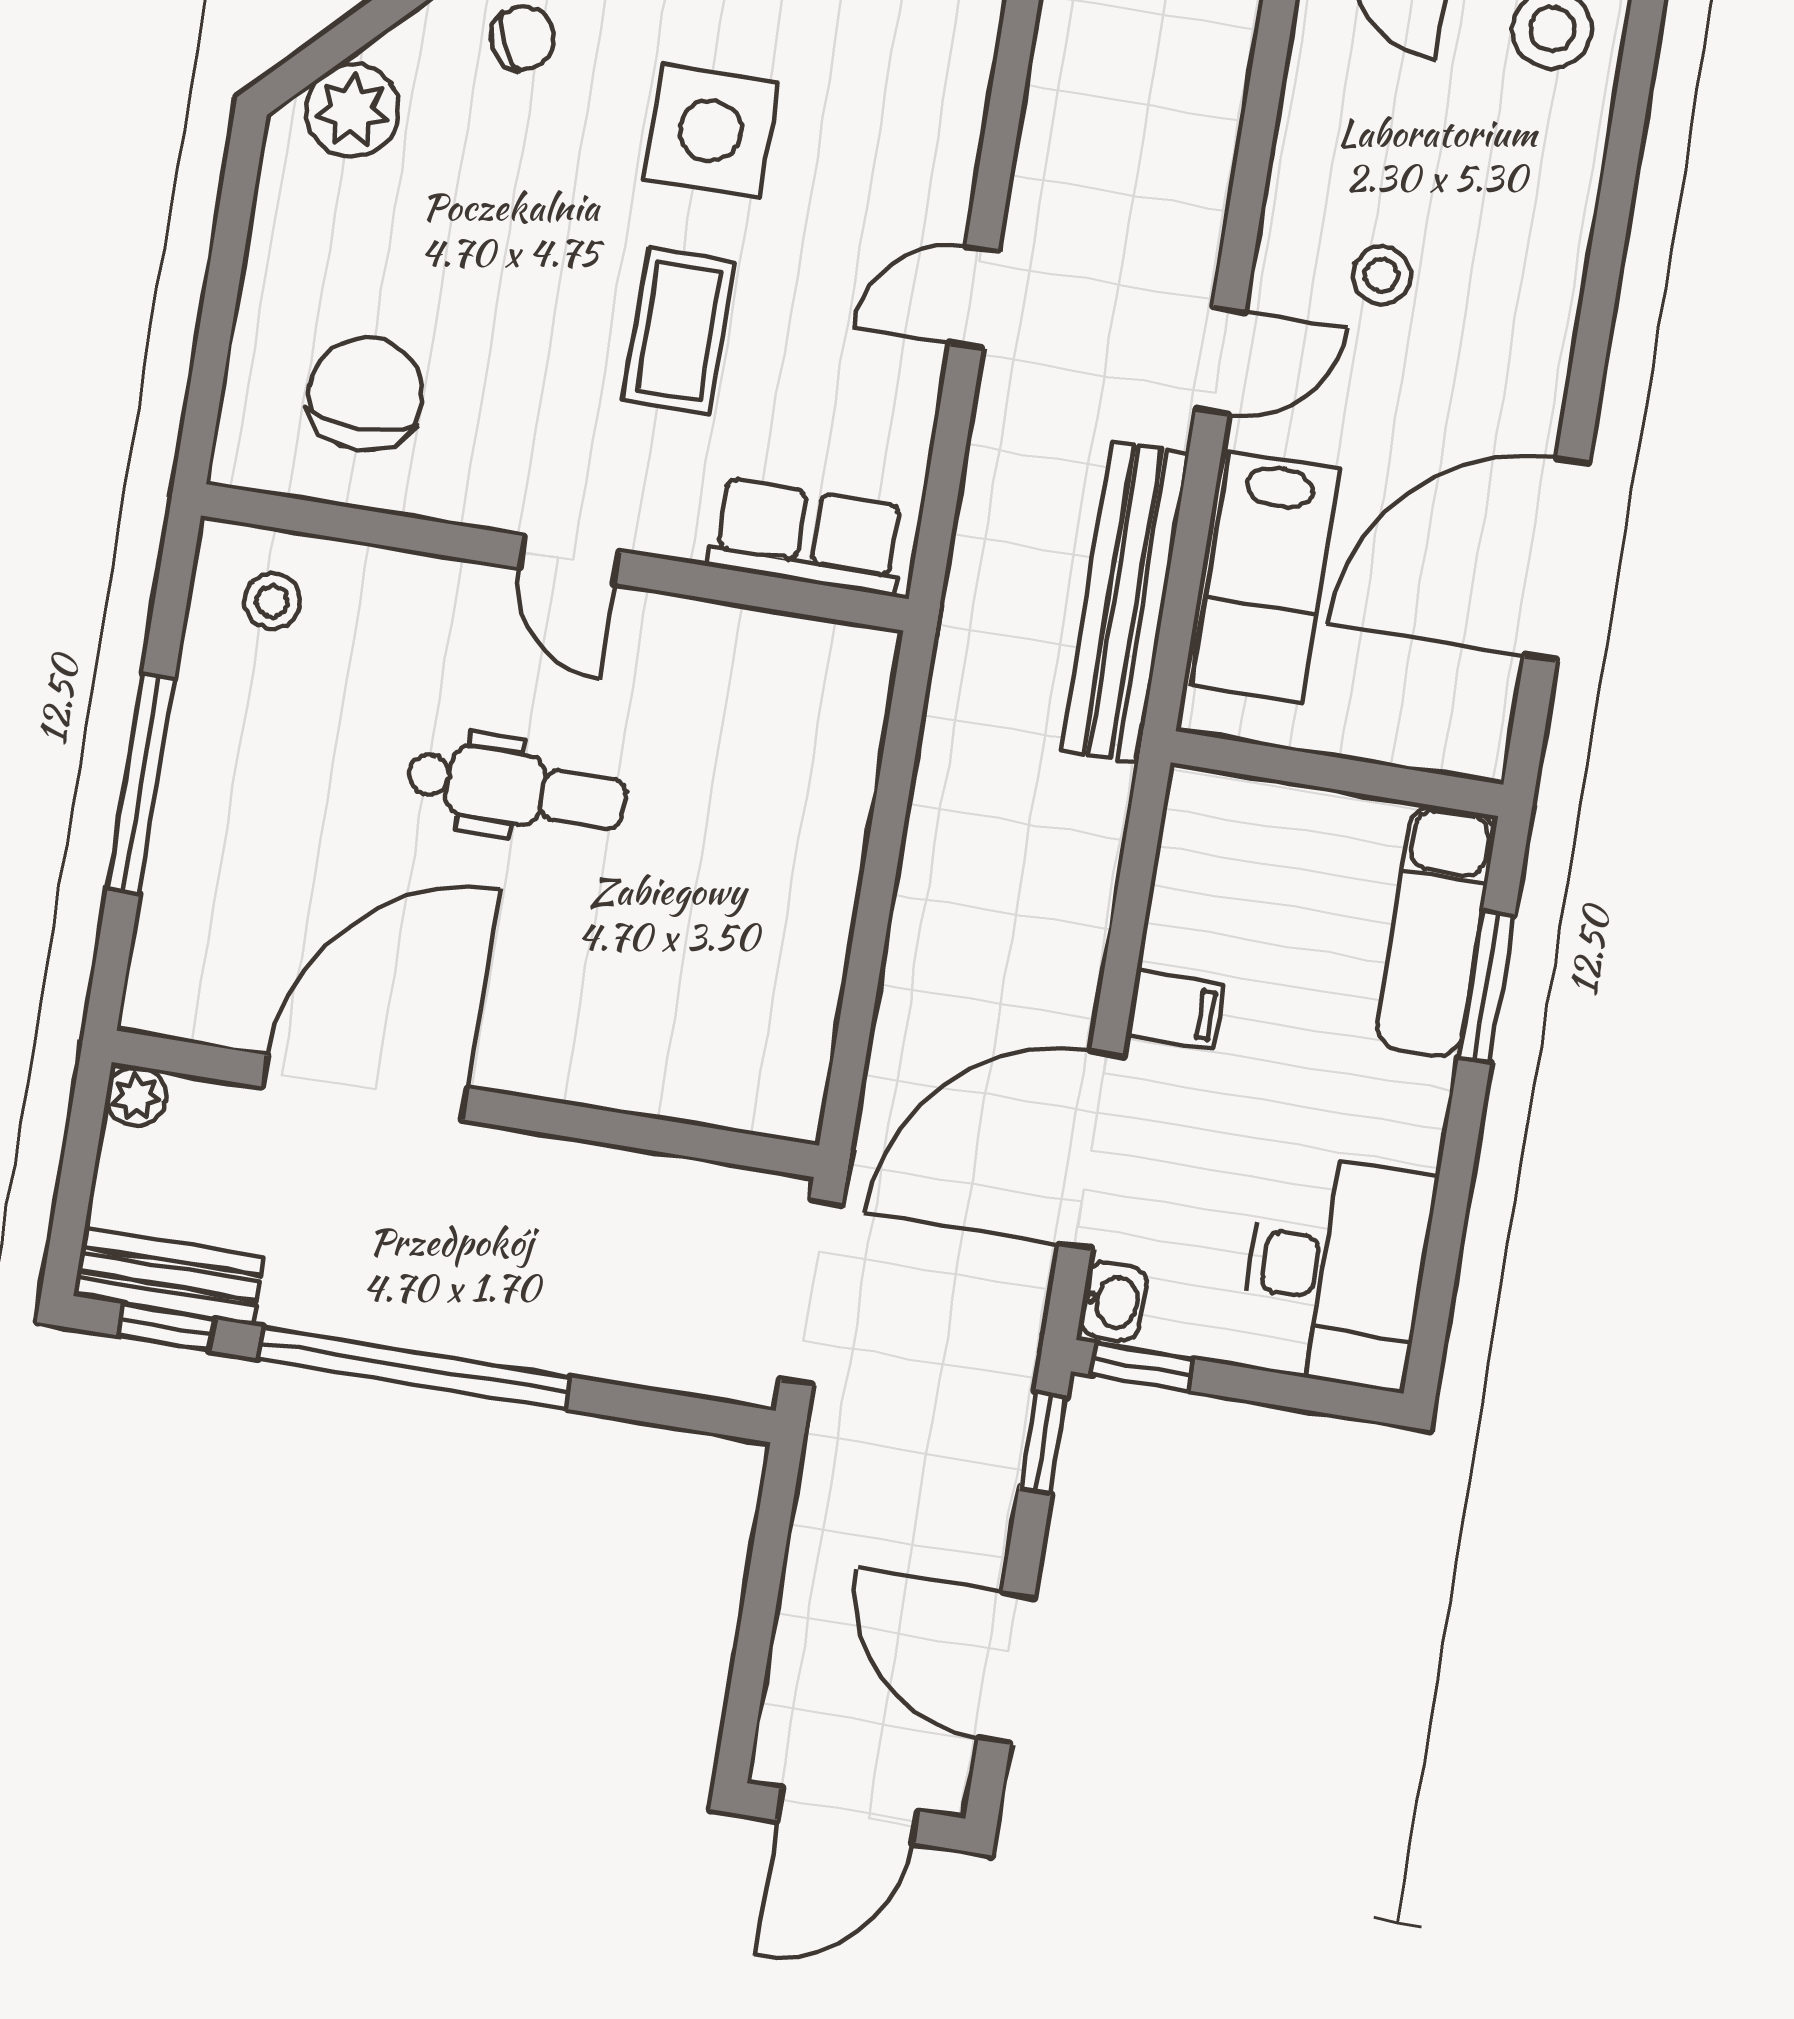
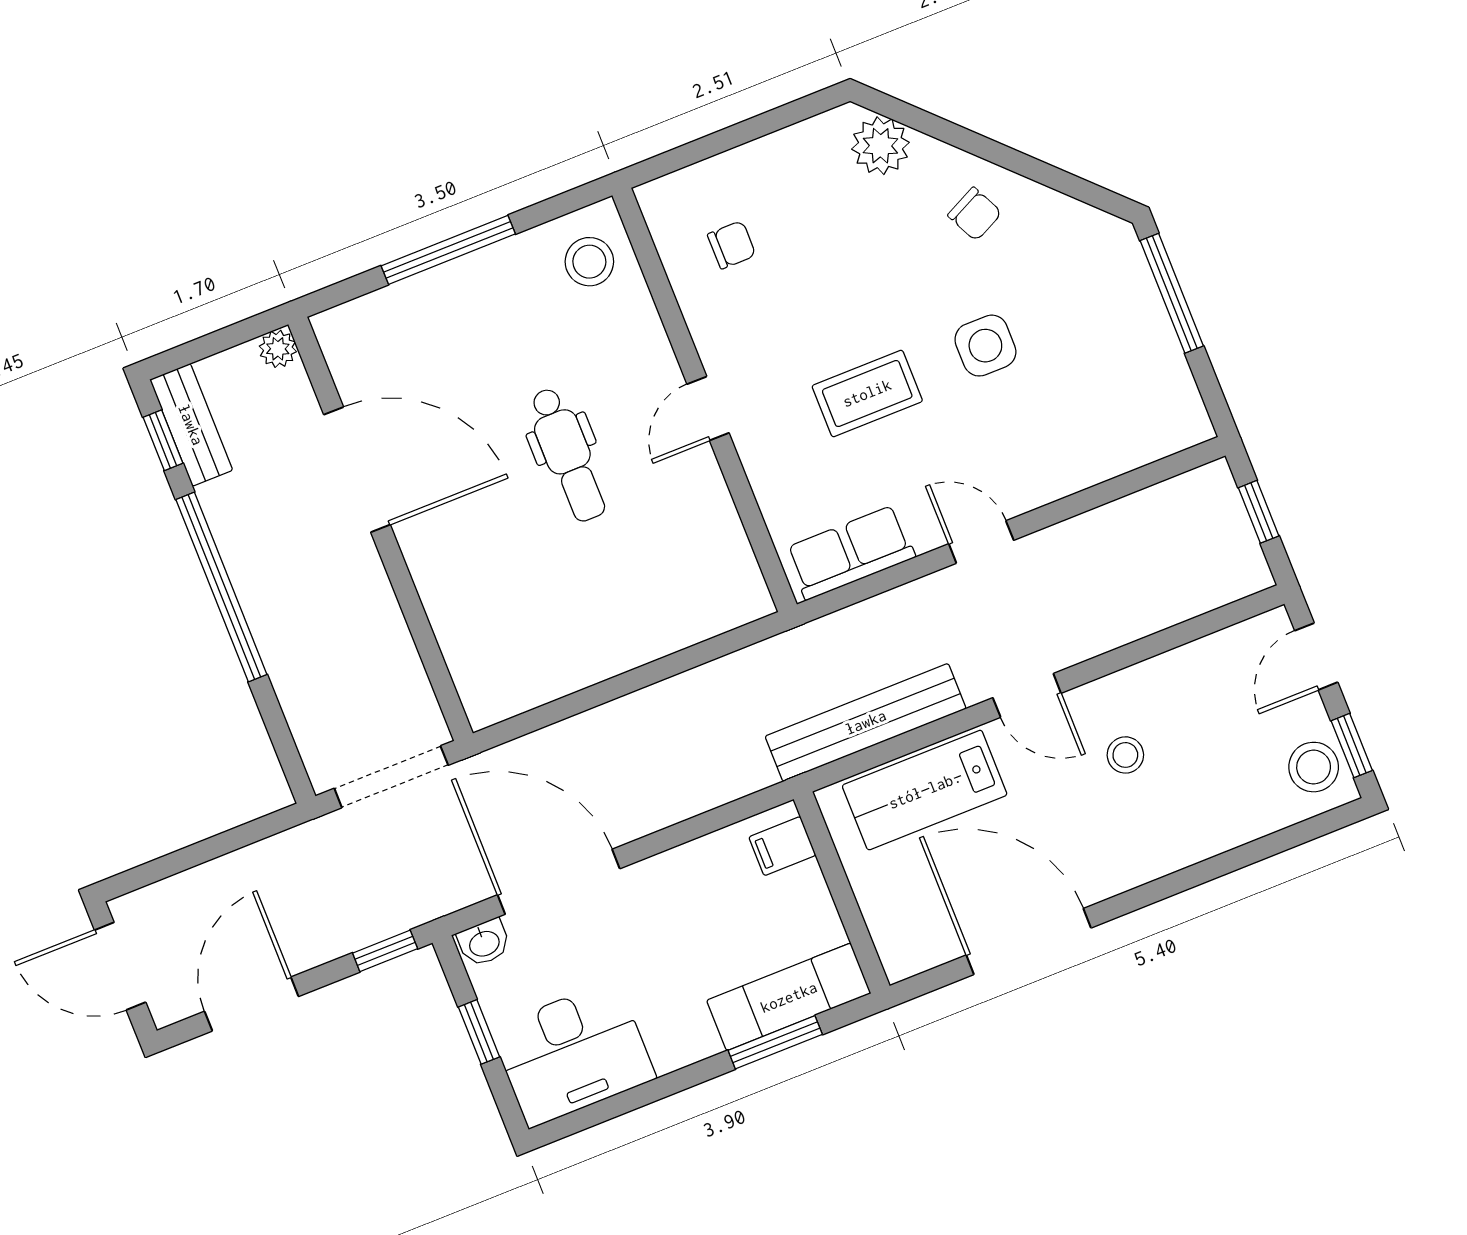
side table: (710, 131) -> (985, 346), width x0.73, depth x0.73
chair: (366, 394) -> (732, 245), width x0.54, depth x0.54
row of seats: (807, 537) -> (850, 553), moved, turned -90
stool: (272, 601) -> (589, 262), width x1.37, depth x1.37
filing cabinet: (1175, 1010) -> (782, 846), moved, turned 90
window: (1142, 1367) -> (479, 1032), moved

